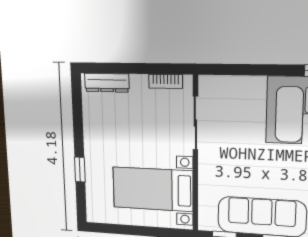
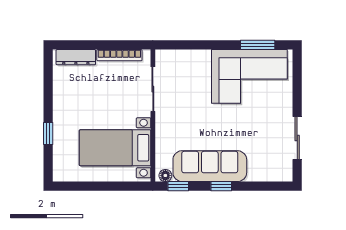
bookcase: (166, 81) -> (119, 55), width x1.56
floor lamp: (210, 224) -> (165, 175), added

